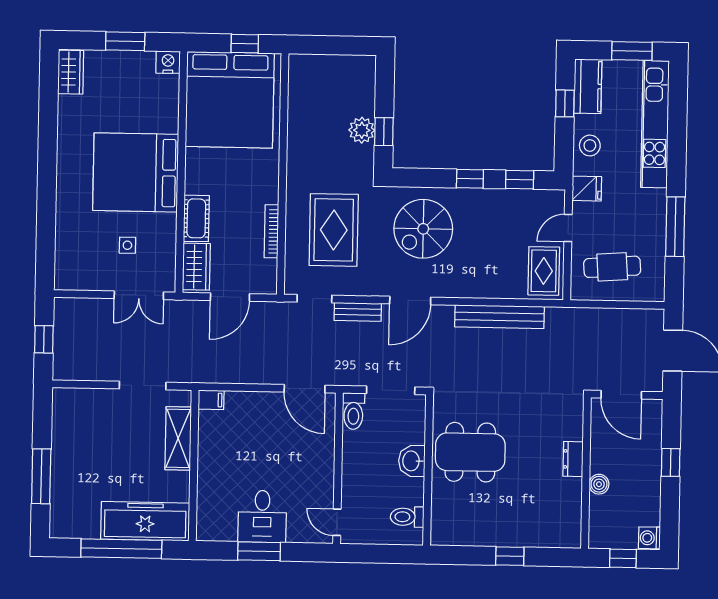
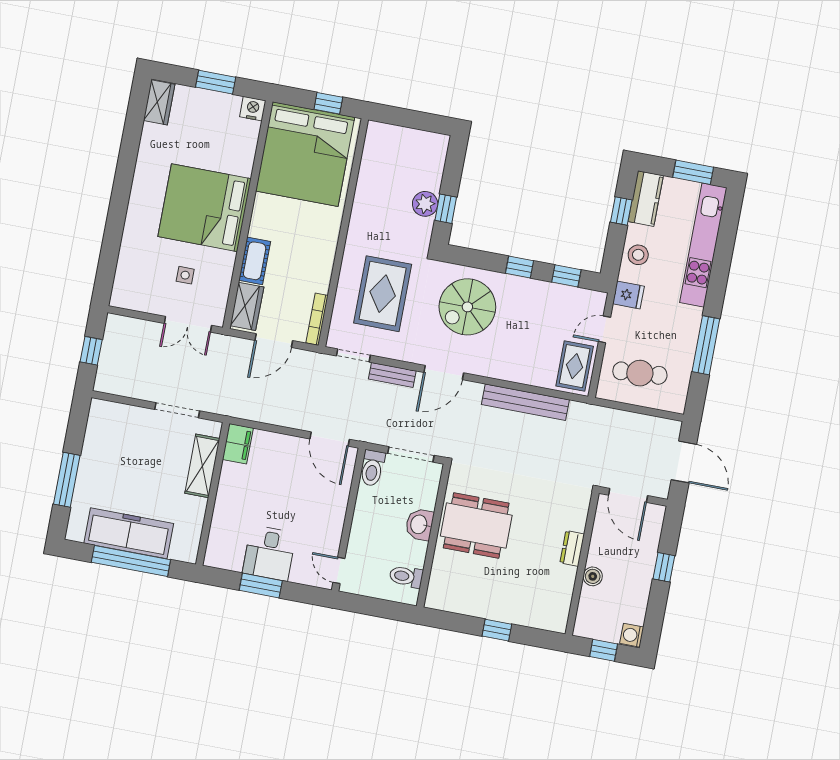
bookcase: (271, 231) -> (317, 319), moved
filing cabinet: (211, 400) -> (238, 444), width x2.00
freezer: (145, 521) -> (129, 533), moved

